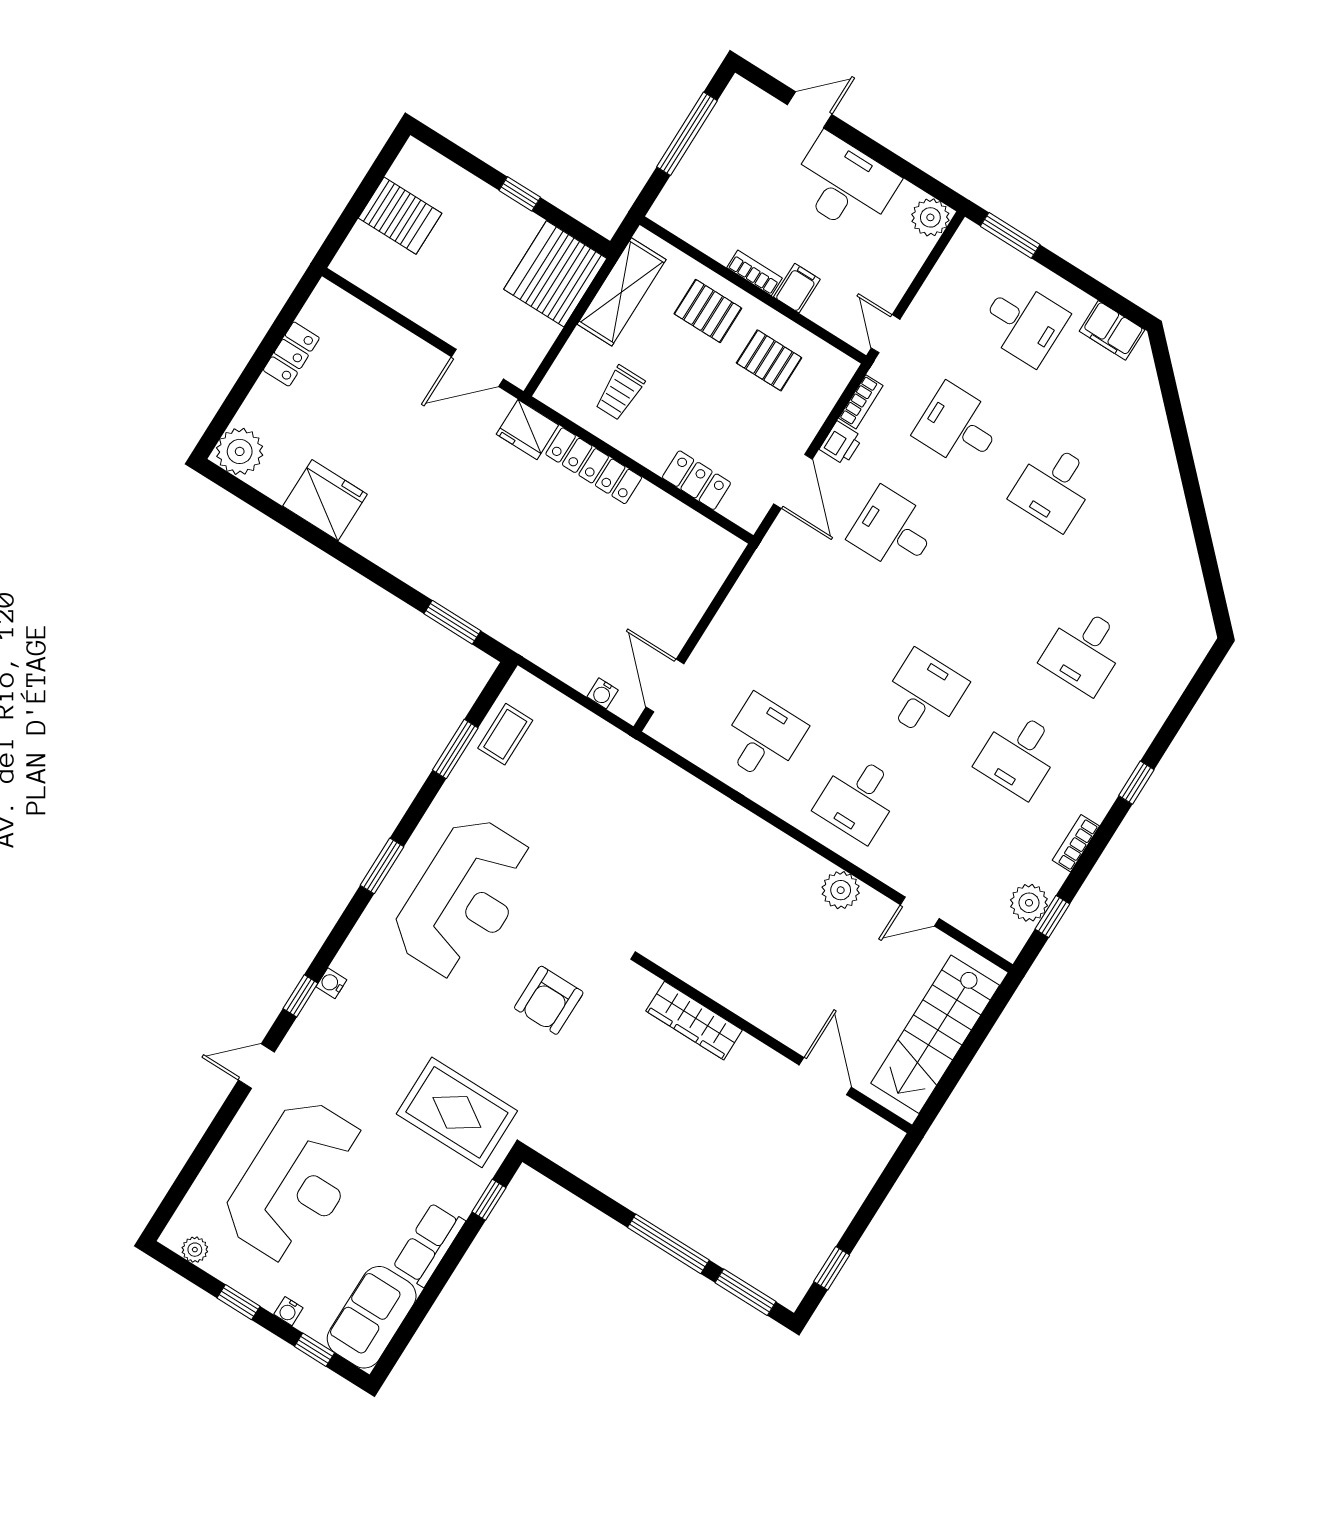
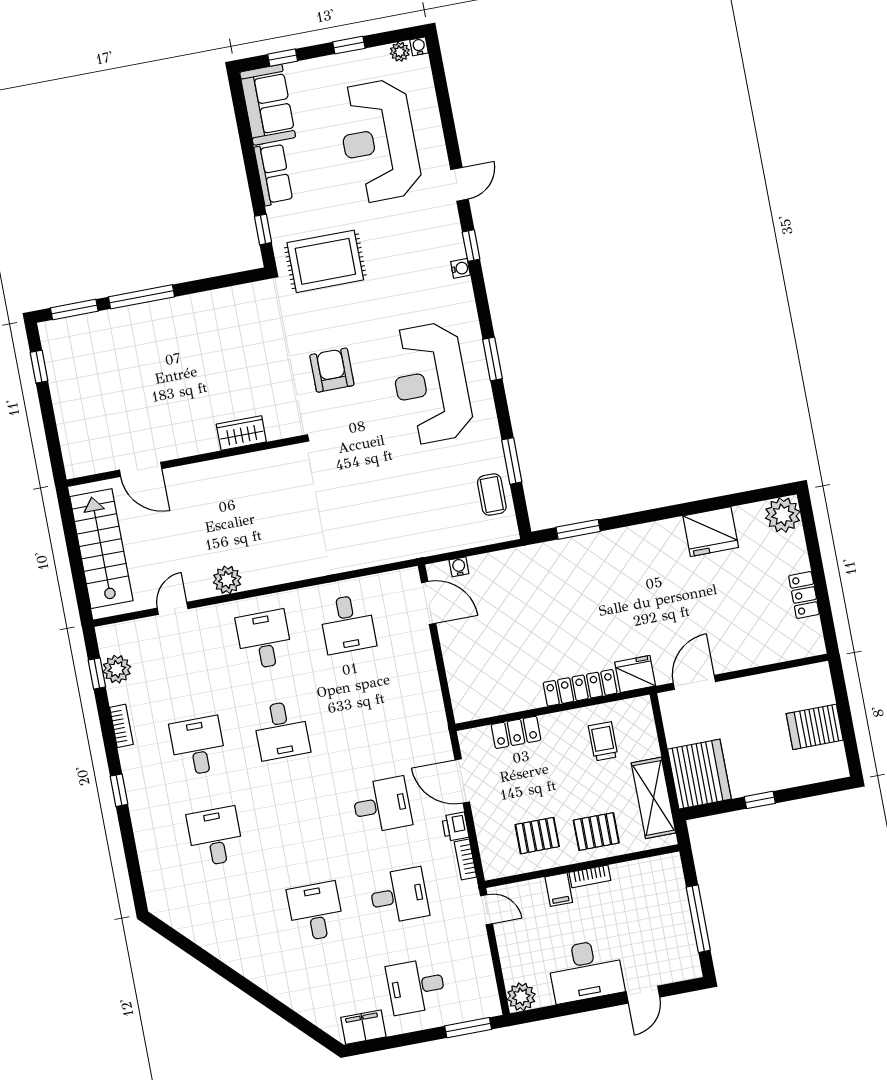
wardrobe: (694, 1021) -> (241, 433), width x0.67
water cooler: (288, 1311) -> (419, 46), moved

